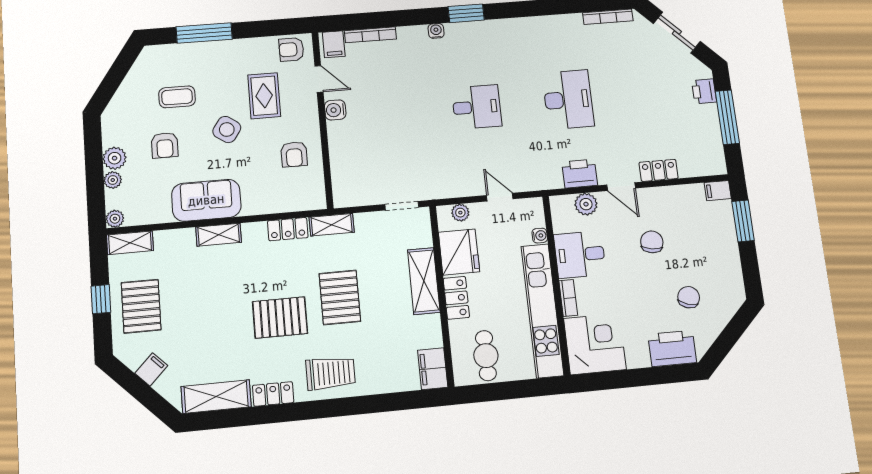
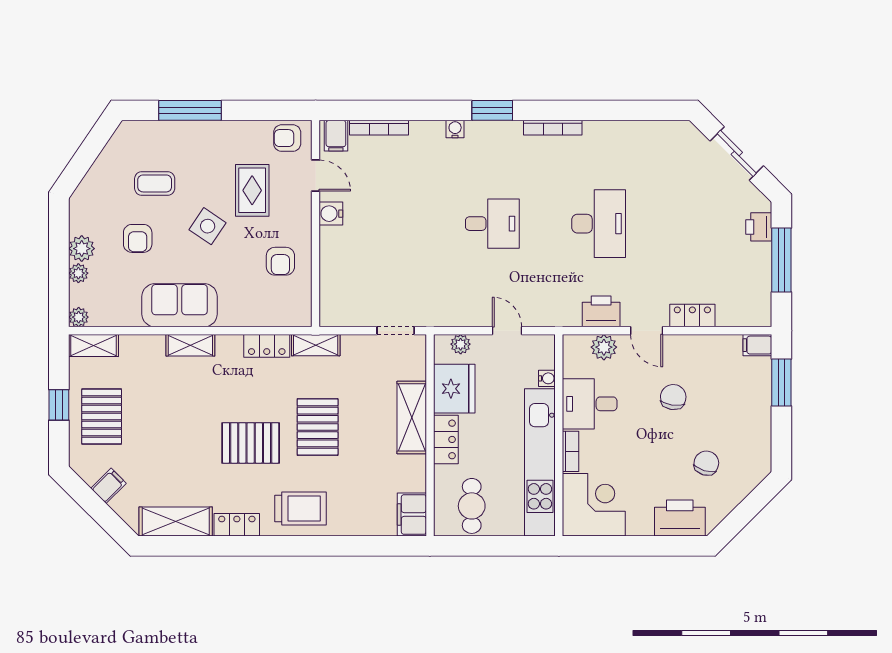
bookcase: (608, 17) -> (553, 128), moved

